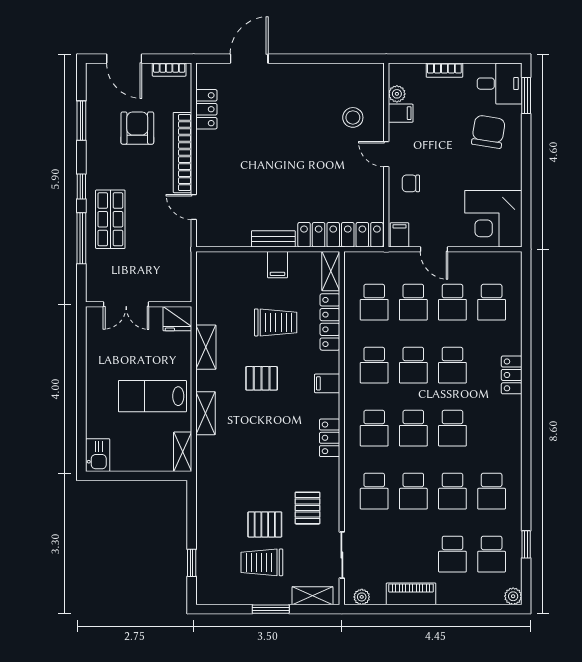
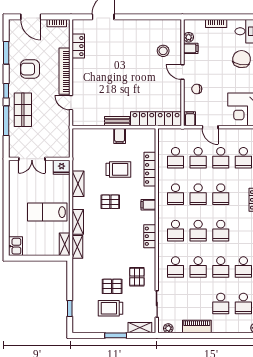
armchair: (137, 128) -> (30, 69), moved, turned -90
shelving: (331, 271) -> (77, 247), moved

